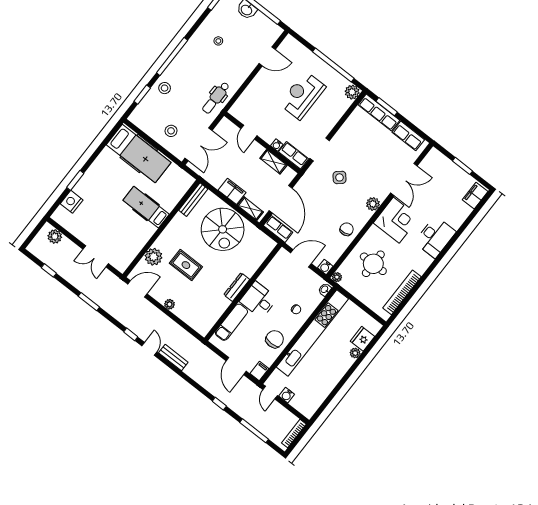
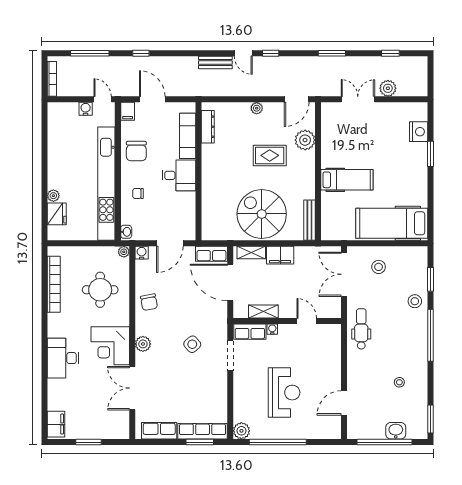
plant: (55, 236) -> (388, 88), moved
dresser: (237, 287) -> (208, 127), moved

